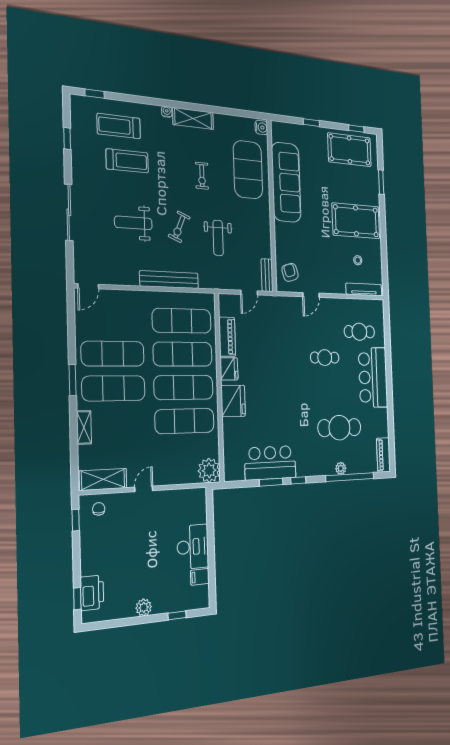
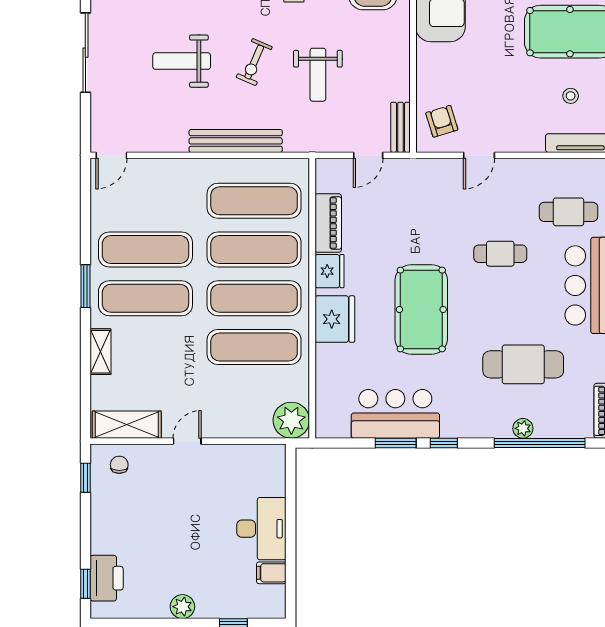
pool table: (283, 394) -> (421, 309), added

